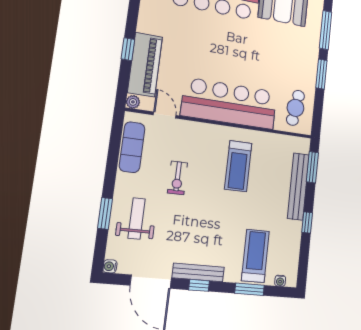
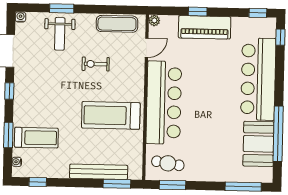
piano: (145, 65) -> (205, 27), moved
window: (321, 74) -> (172, 185), moved
treadmill: (238, 166) -> (111, 115), width x1.37, depth x1.38
weight bench: (137, 218) -> (60, 34), turned 90
window: (307, 222) -> (38, 182), moved
bench: (198, 272) -> (20, 89), removed

